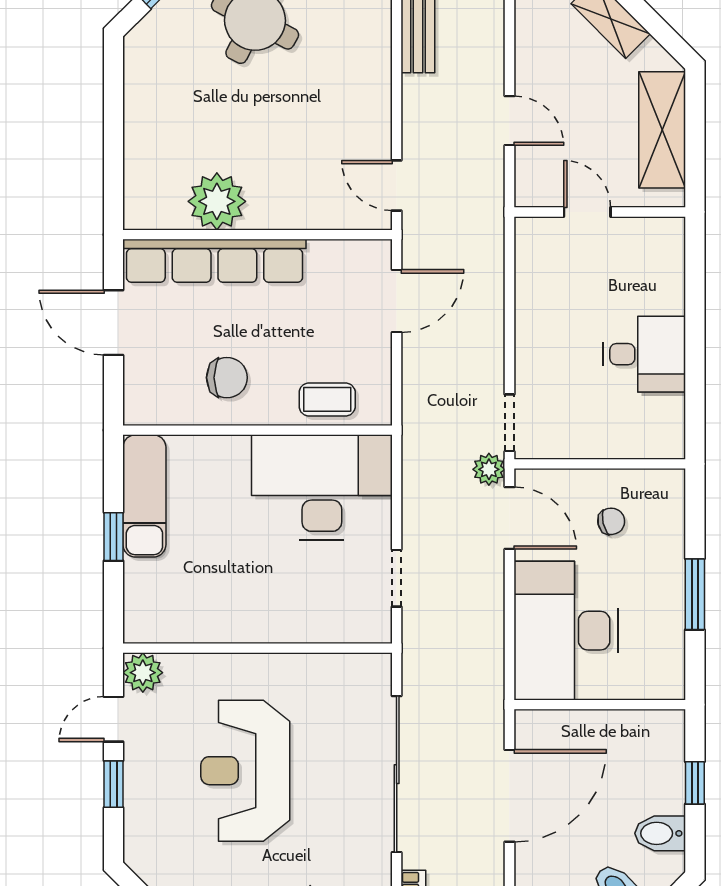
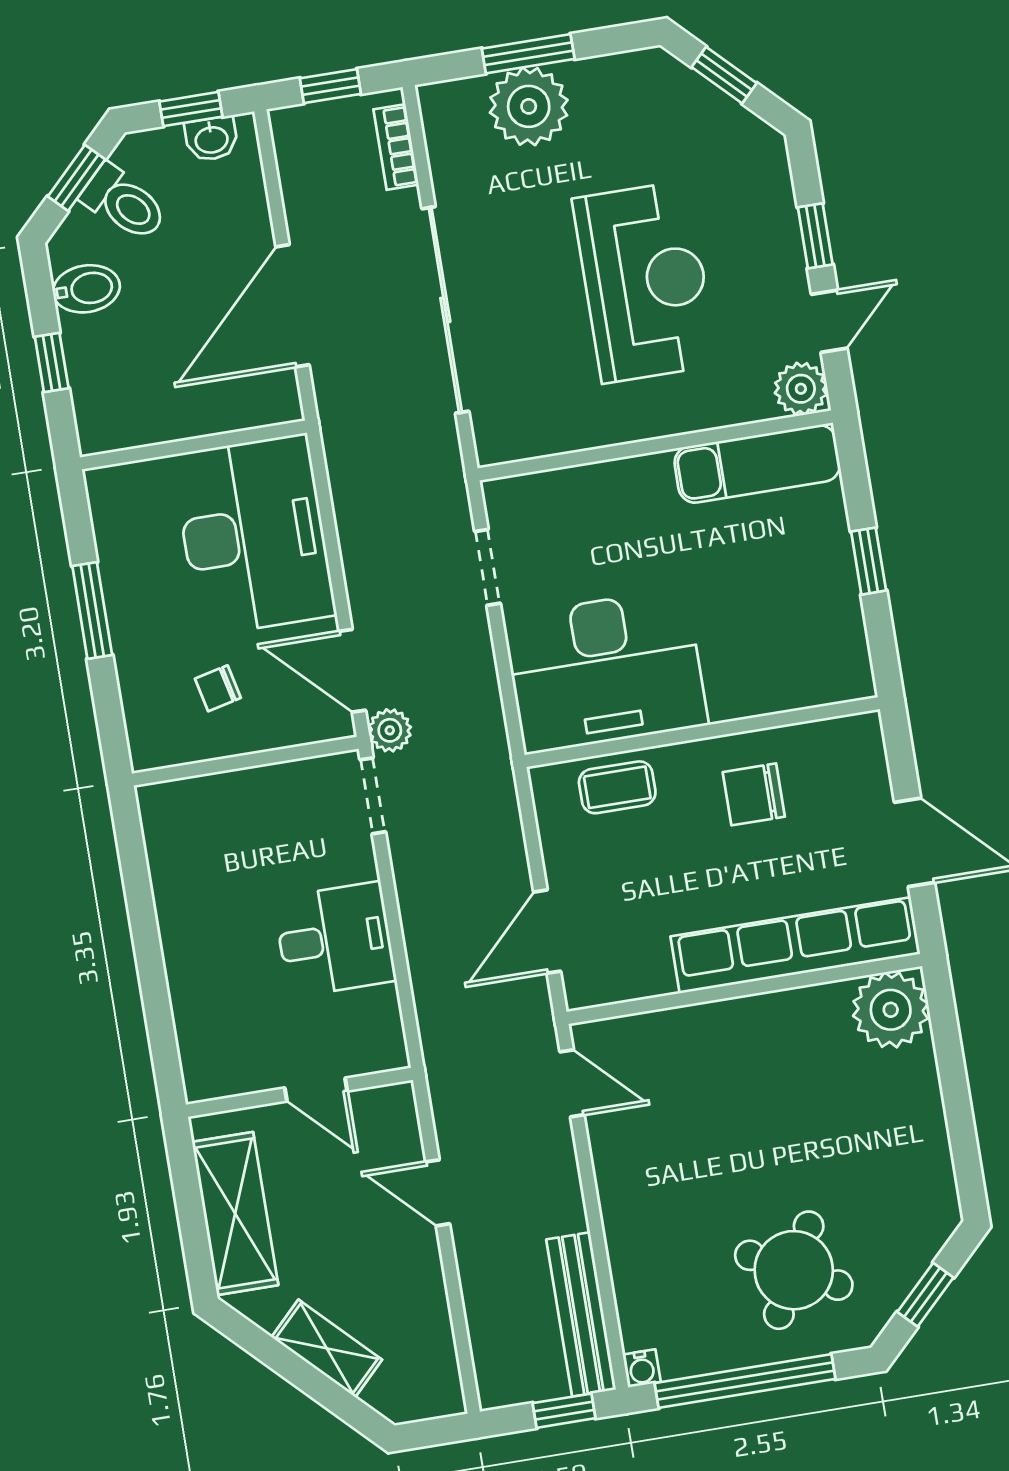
plant: (217, 201) -> (891, 1010), moved
desk: (644, 354) -> (335, 940), moved, turned 180
exam couch: (144, 496) -> (757, 464), moved, turned -90

